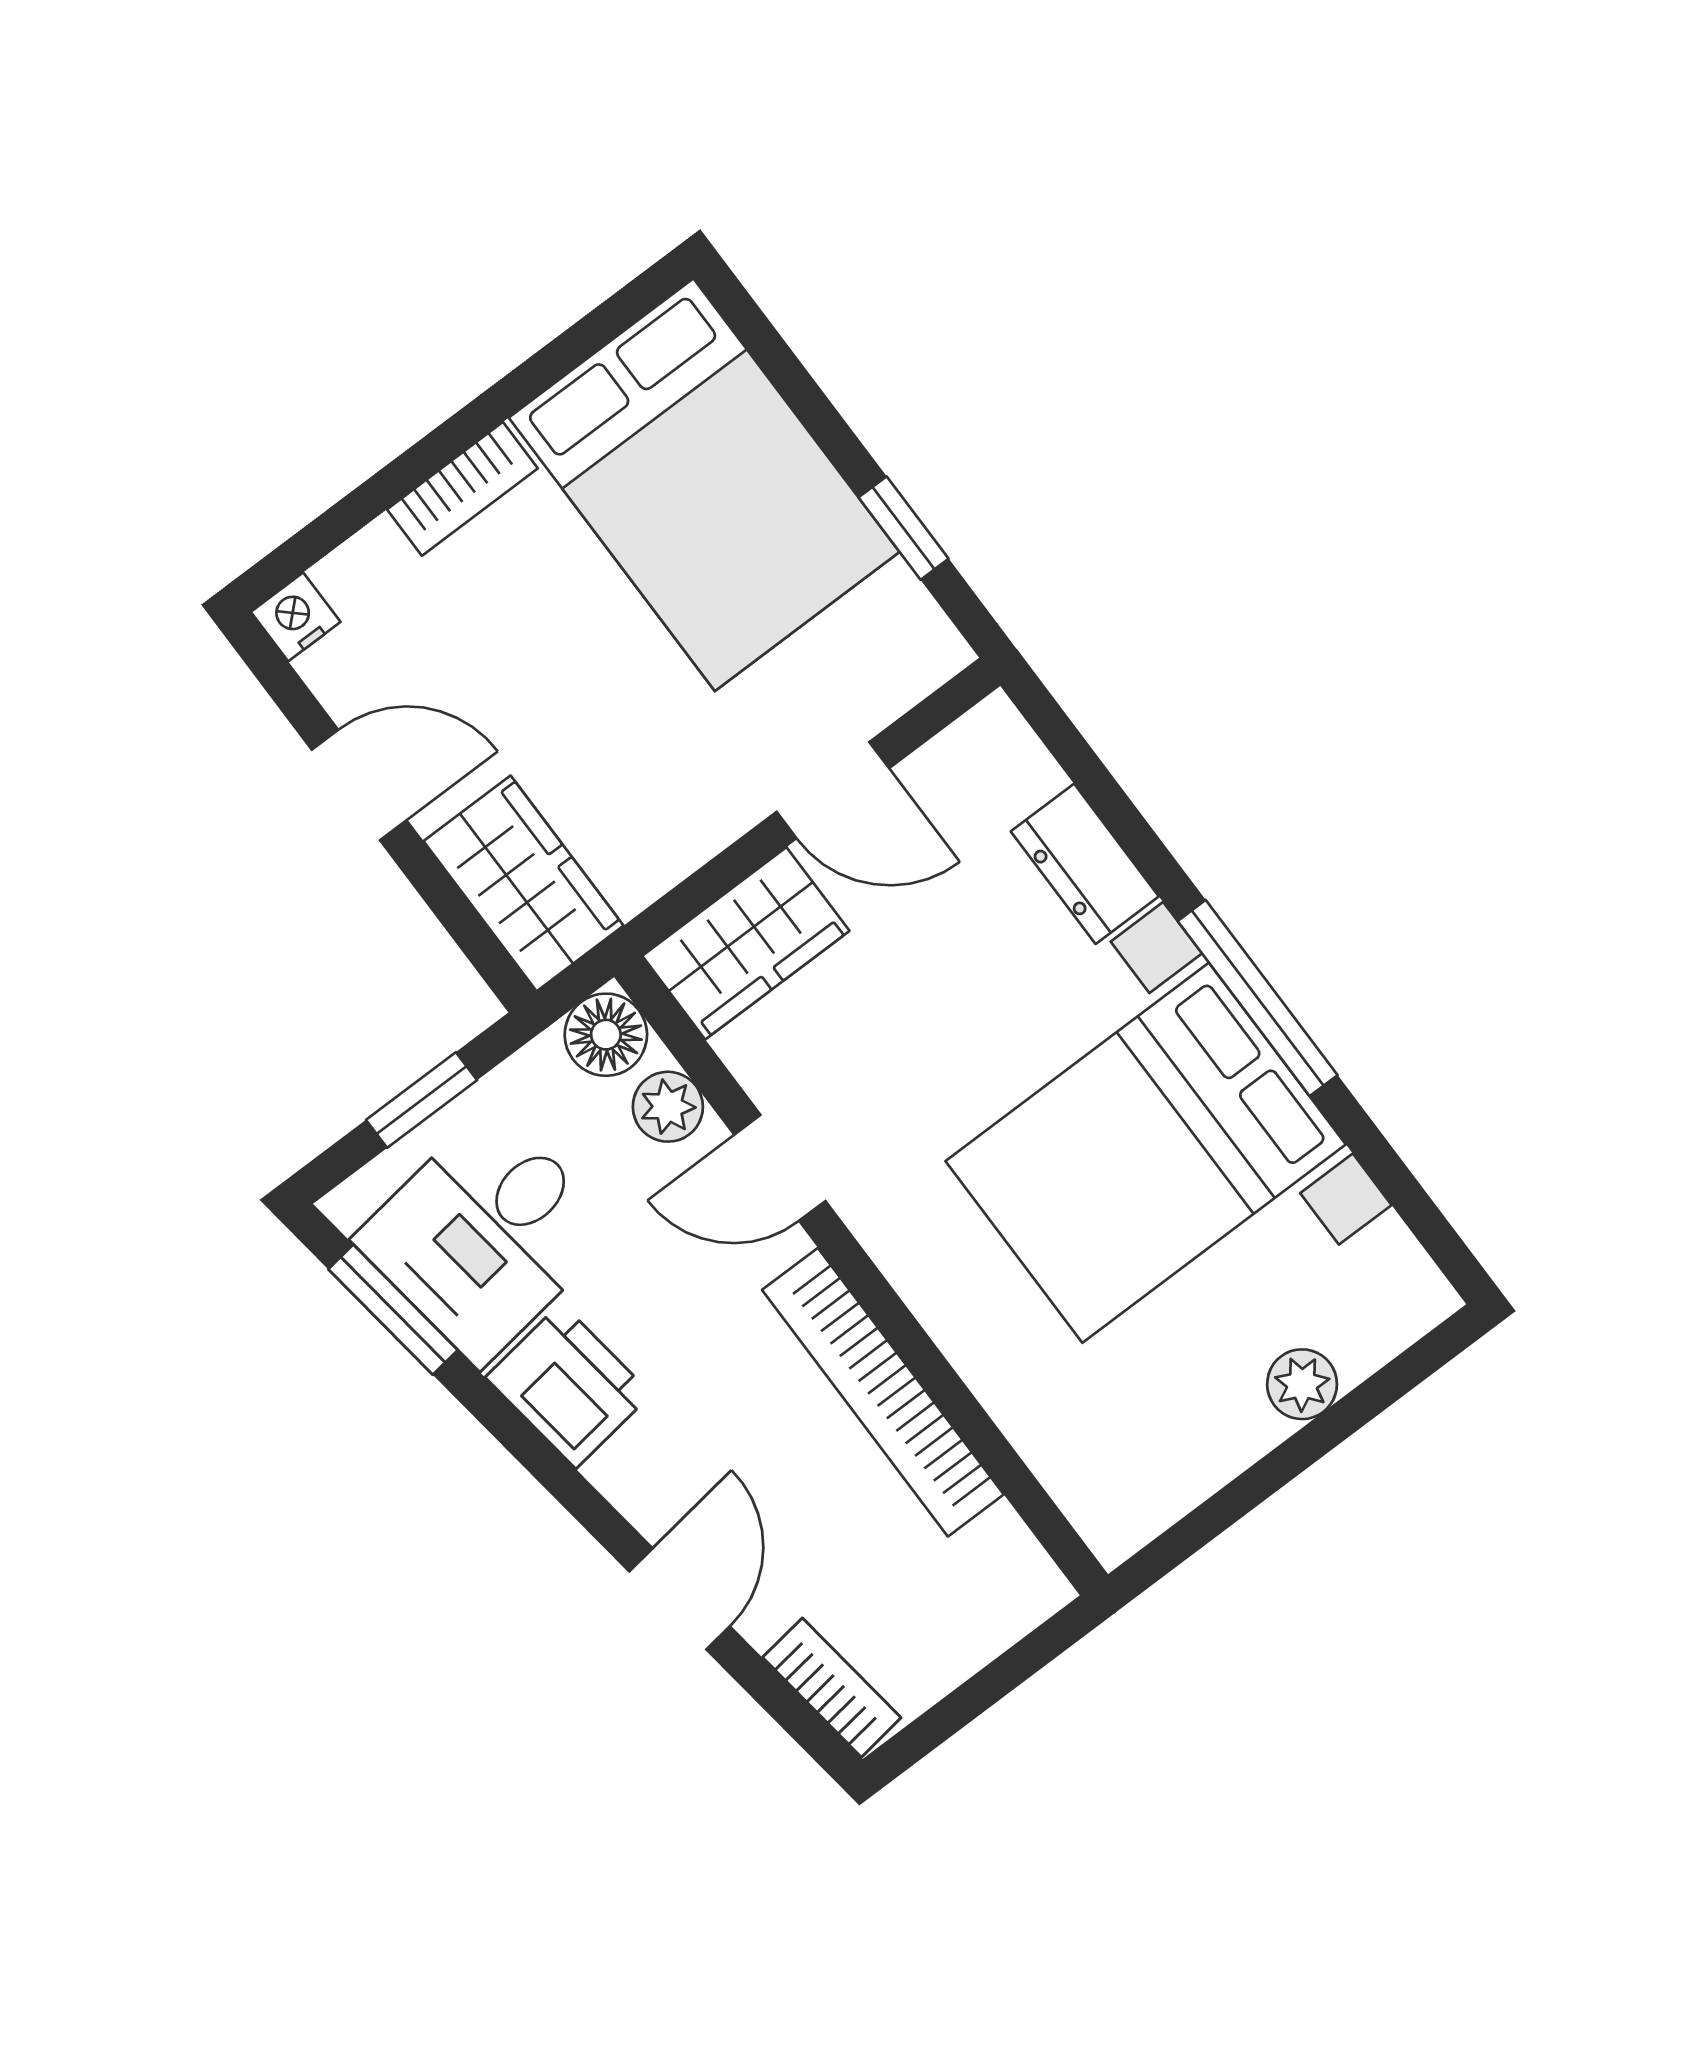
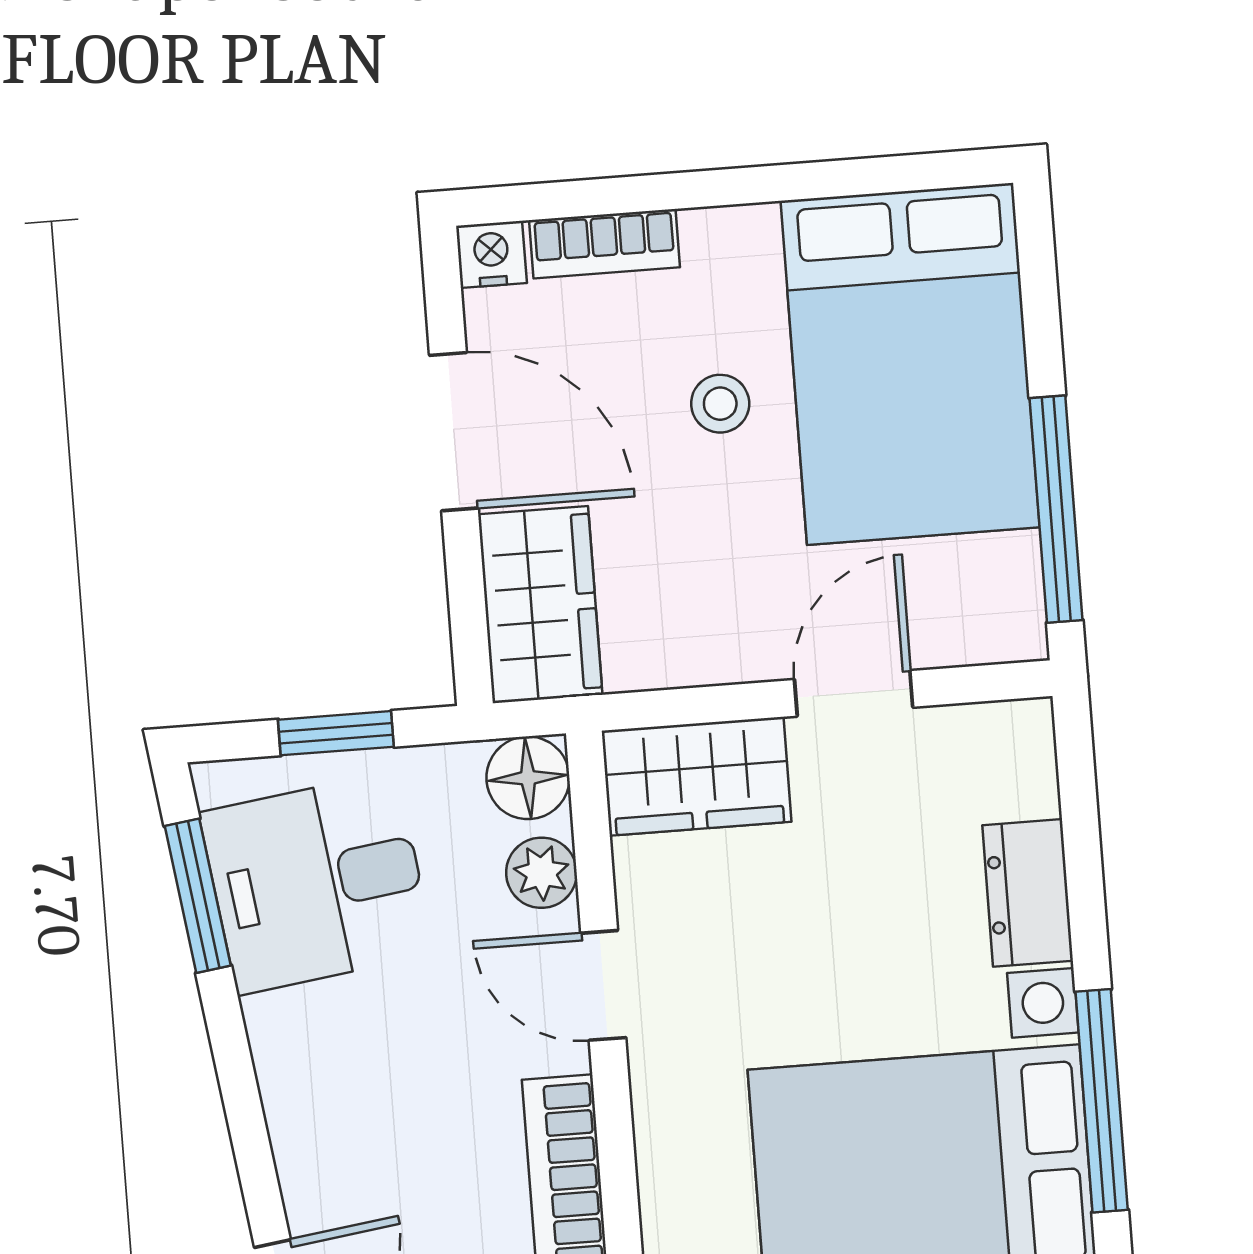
bookcase: (462, 489) -> (604, 244), moved
window: (904, 528) -> (1056, 509), width x2.17
stool: (567, 619) -> (720, 404), added
door: (359, 785) -> (454, 432), width x1.38
door: (833, 790) -> (854, 693), swing flipped
printer: (568, 1386) -> (305, 1056), removed

